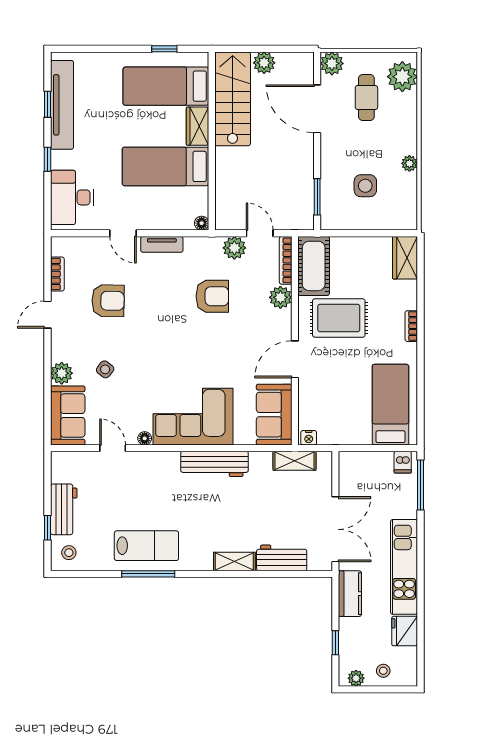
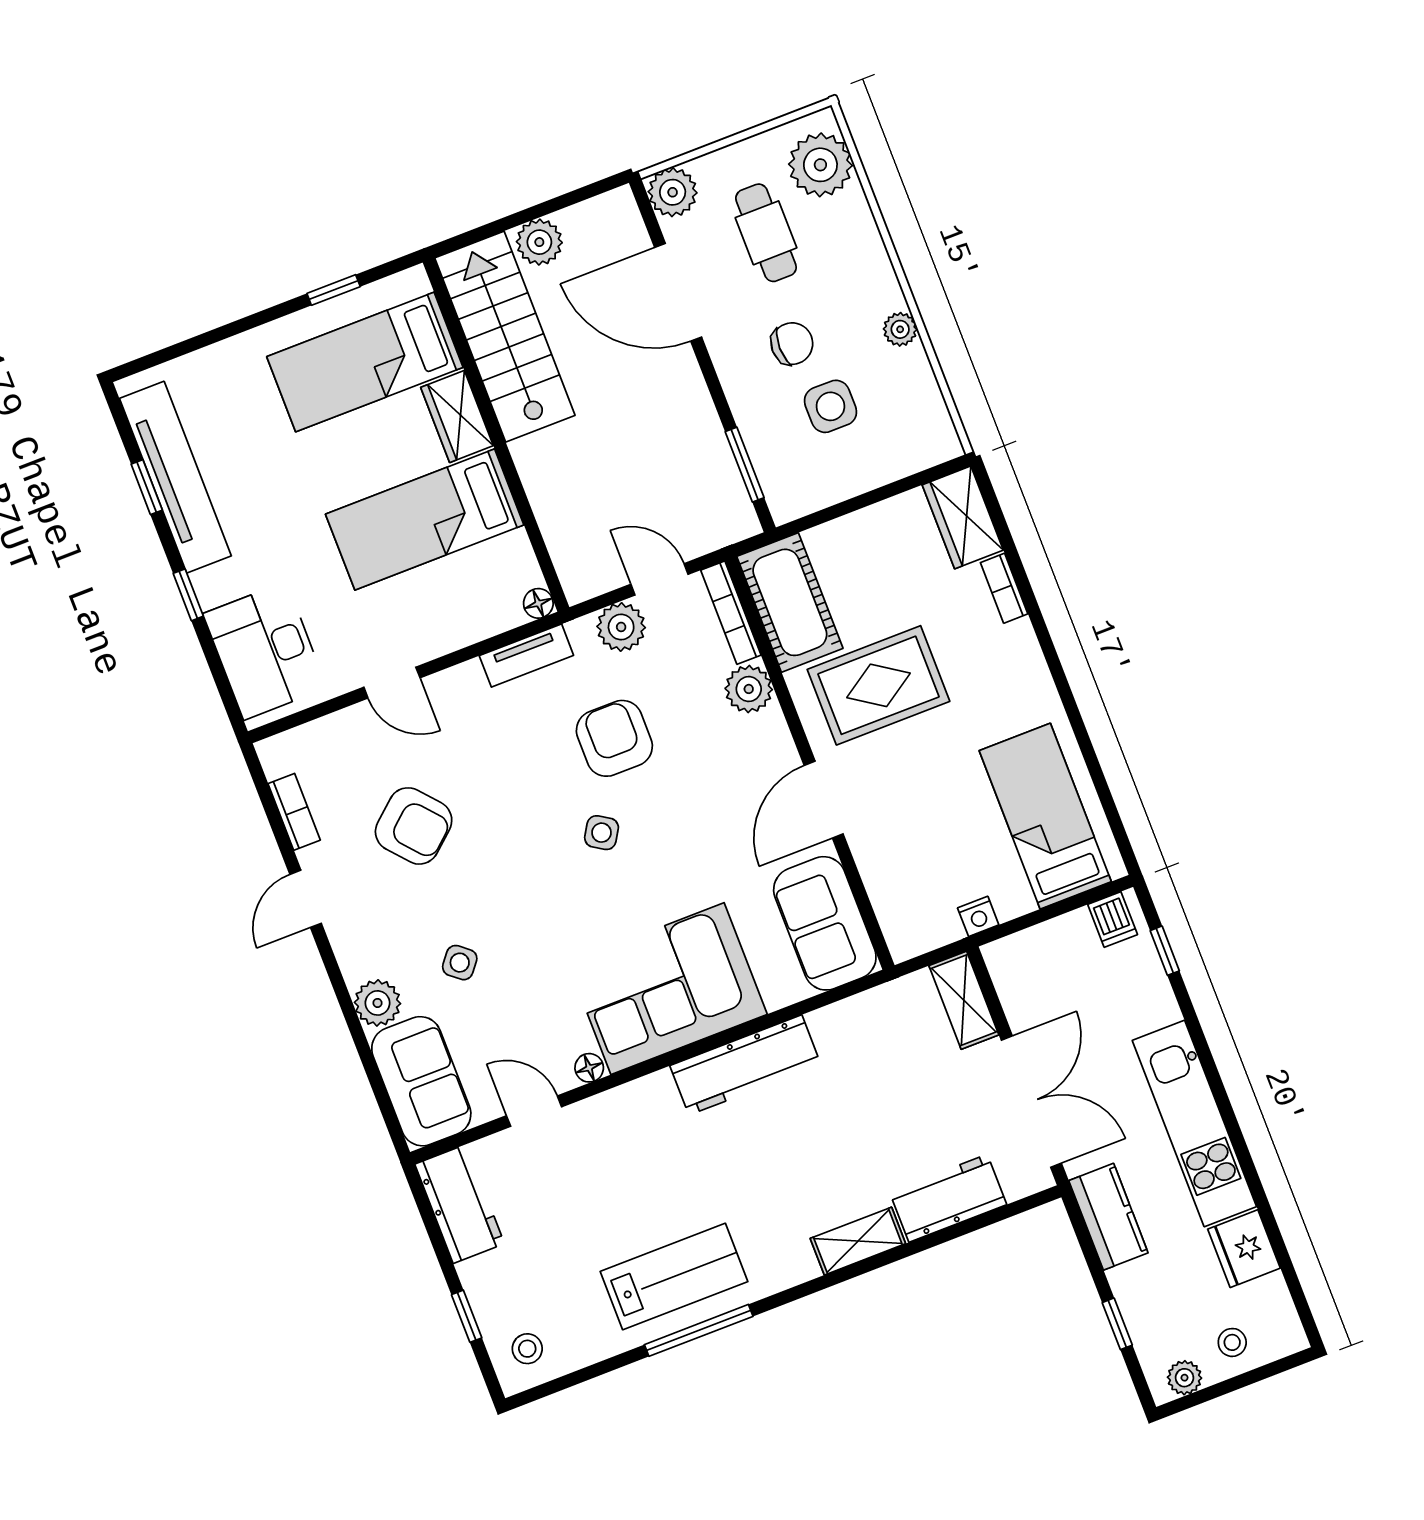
chair: (359, 151) -> (792, 344), added
tv unit: (162, 244) -> (526, 656), moved
armchair: (212, 296) -> (614, 738), turned -90
armchair: (108, 301) -> (414, 826), turned 48
bookcase: (411, 326) -> (1004, 588), moved
side table: (190, 336) -> (602, 833), added
nightstand: (309, 438) -> (978, 916), moved
shelving: (295, 461) -> (964, 1000), moved, turned 90
window: (421, 485) -> (1165, 951), width x0.46
workbench: (64, 509) -> (460, 1204), moved

